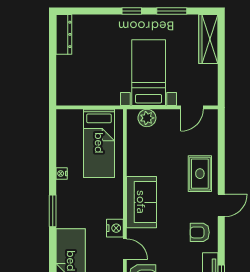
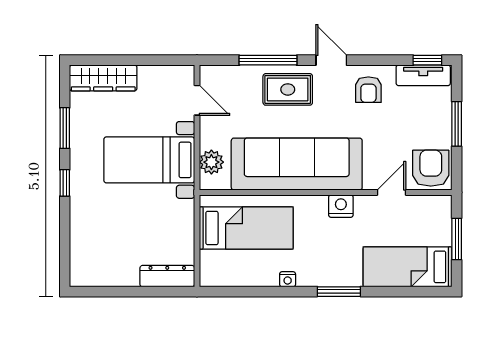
dresser: (64, 34) -> (167, 276), moved
window: (221, 159) -> (268, 60), added
sofa: (141, 202) -> (297, 164), width x1.85, depth x1.27
nightstand: (115, 228) -> (341, 206), moved

